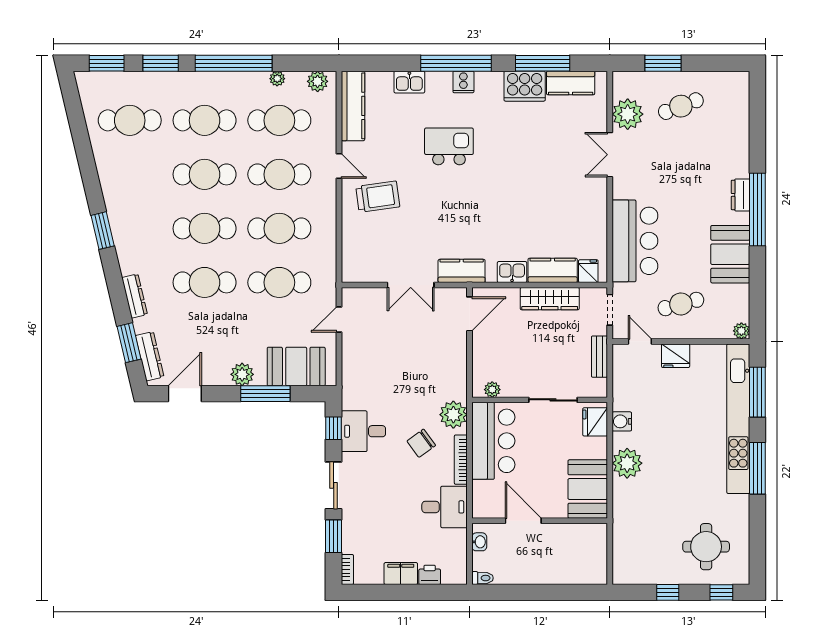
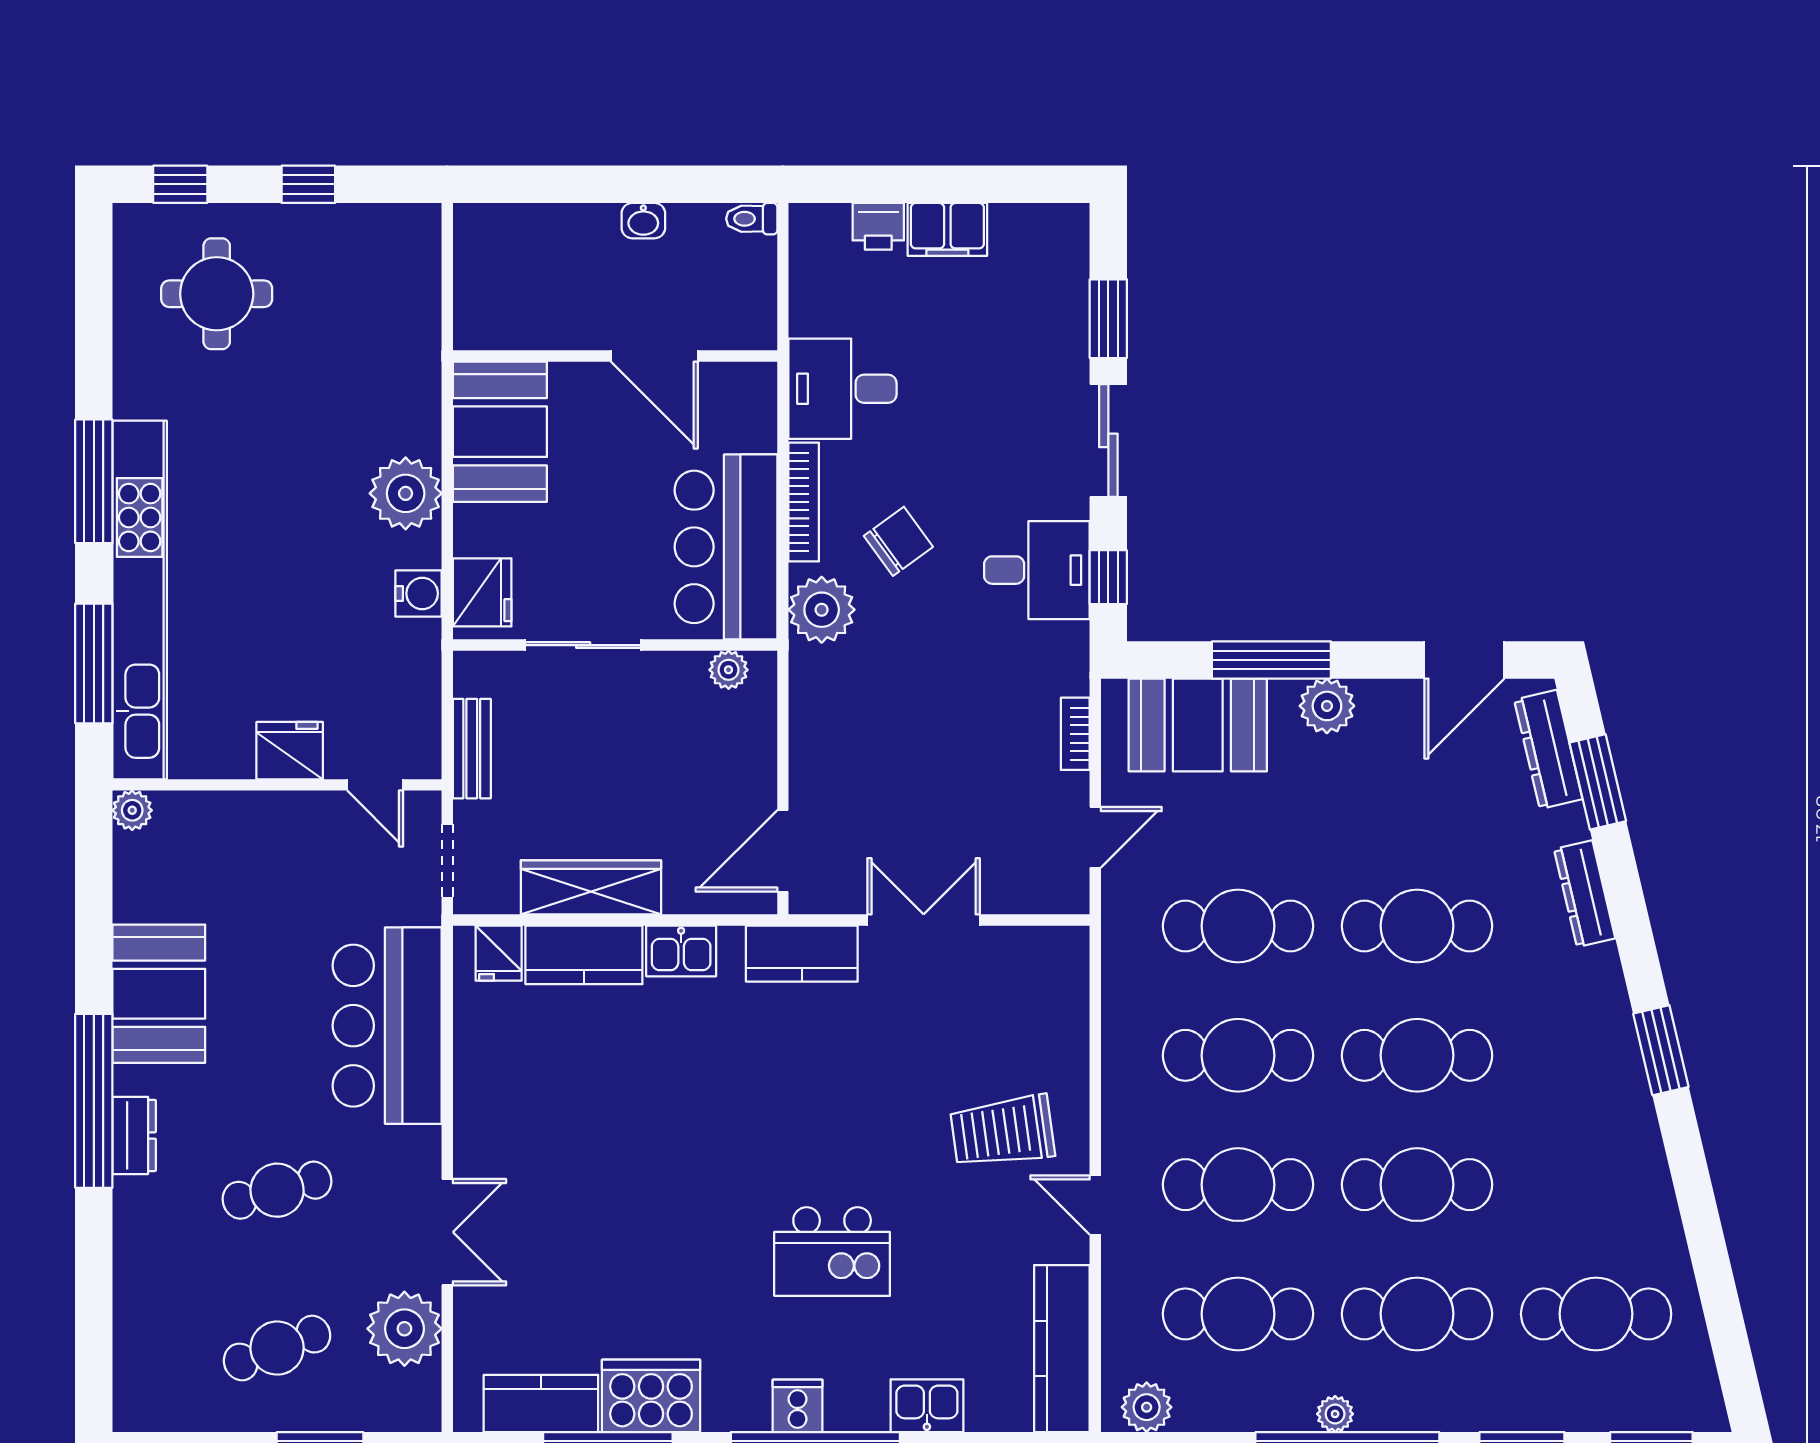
plant: (277, 79) -> (1335, 1414), moved
cafe table: (681, 304) -> (277, 1190), moved
washbasin: (479, 542) -> (643, 221), moved, turned -90
bookcase: (347, 569) -> (1075, 734), moved

